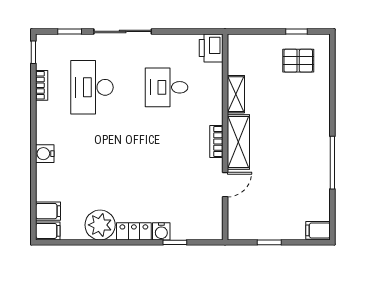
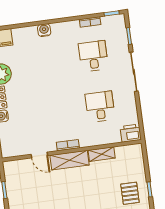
desk: (92, 87) -> (93, 56), width x0.73

